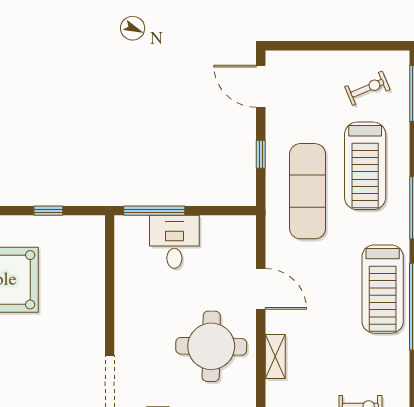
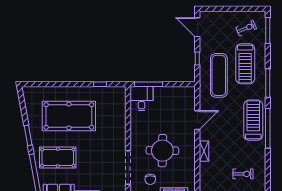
desk: (174, 242) -> (141, 99), moved
door: (261, 289) -> (197, 120), hinge flipped
treadmill: (383, 289) -> (253, 120), turned 180
round table: (211, 346) -> (162, 151), moved

